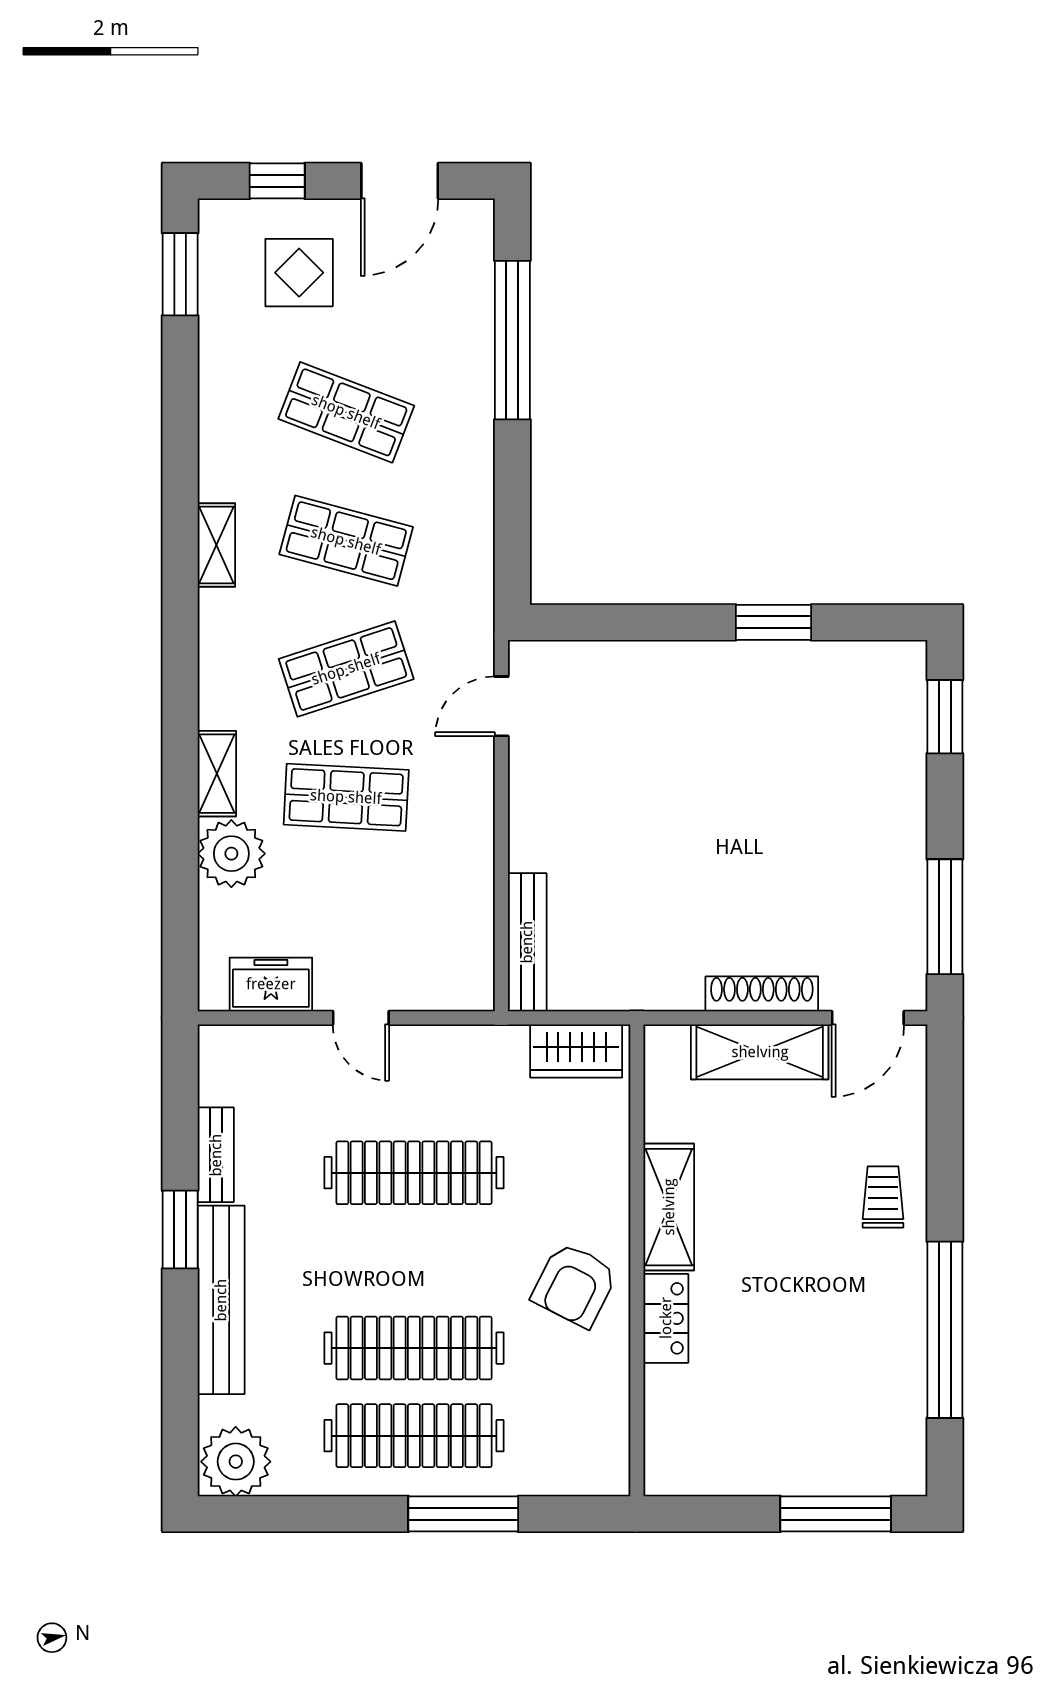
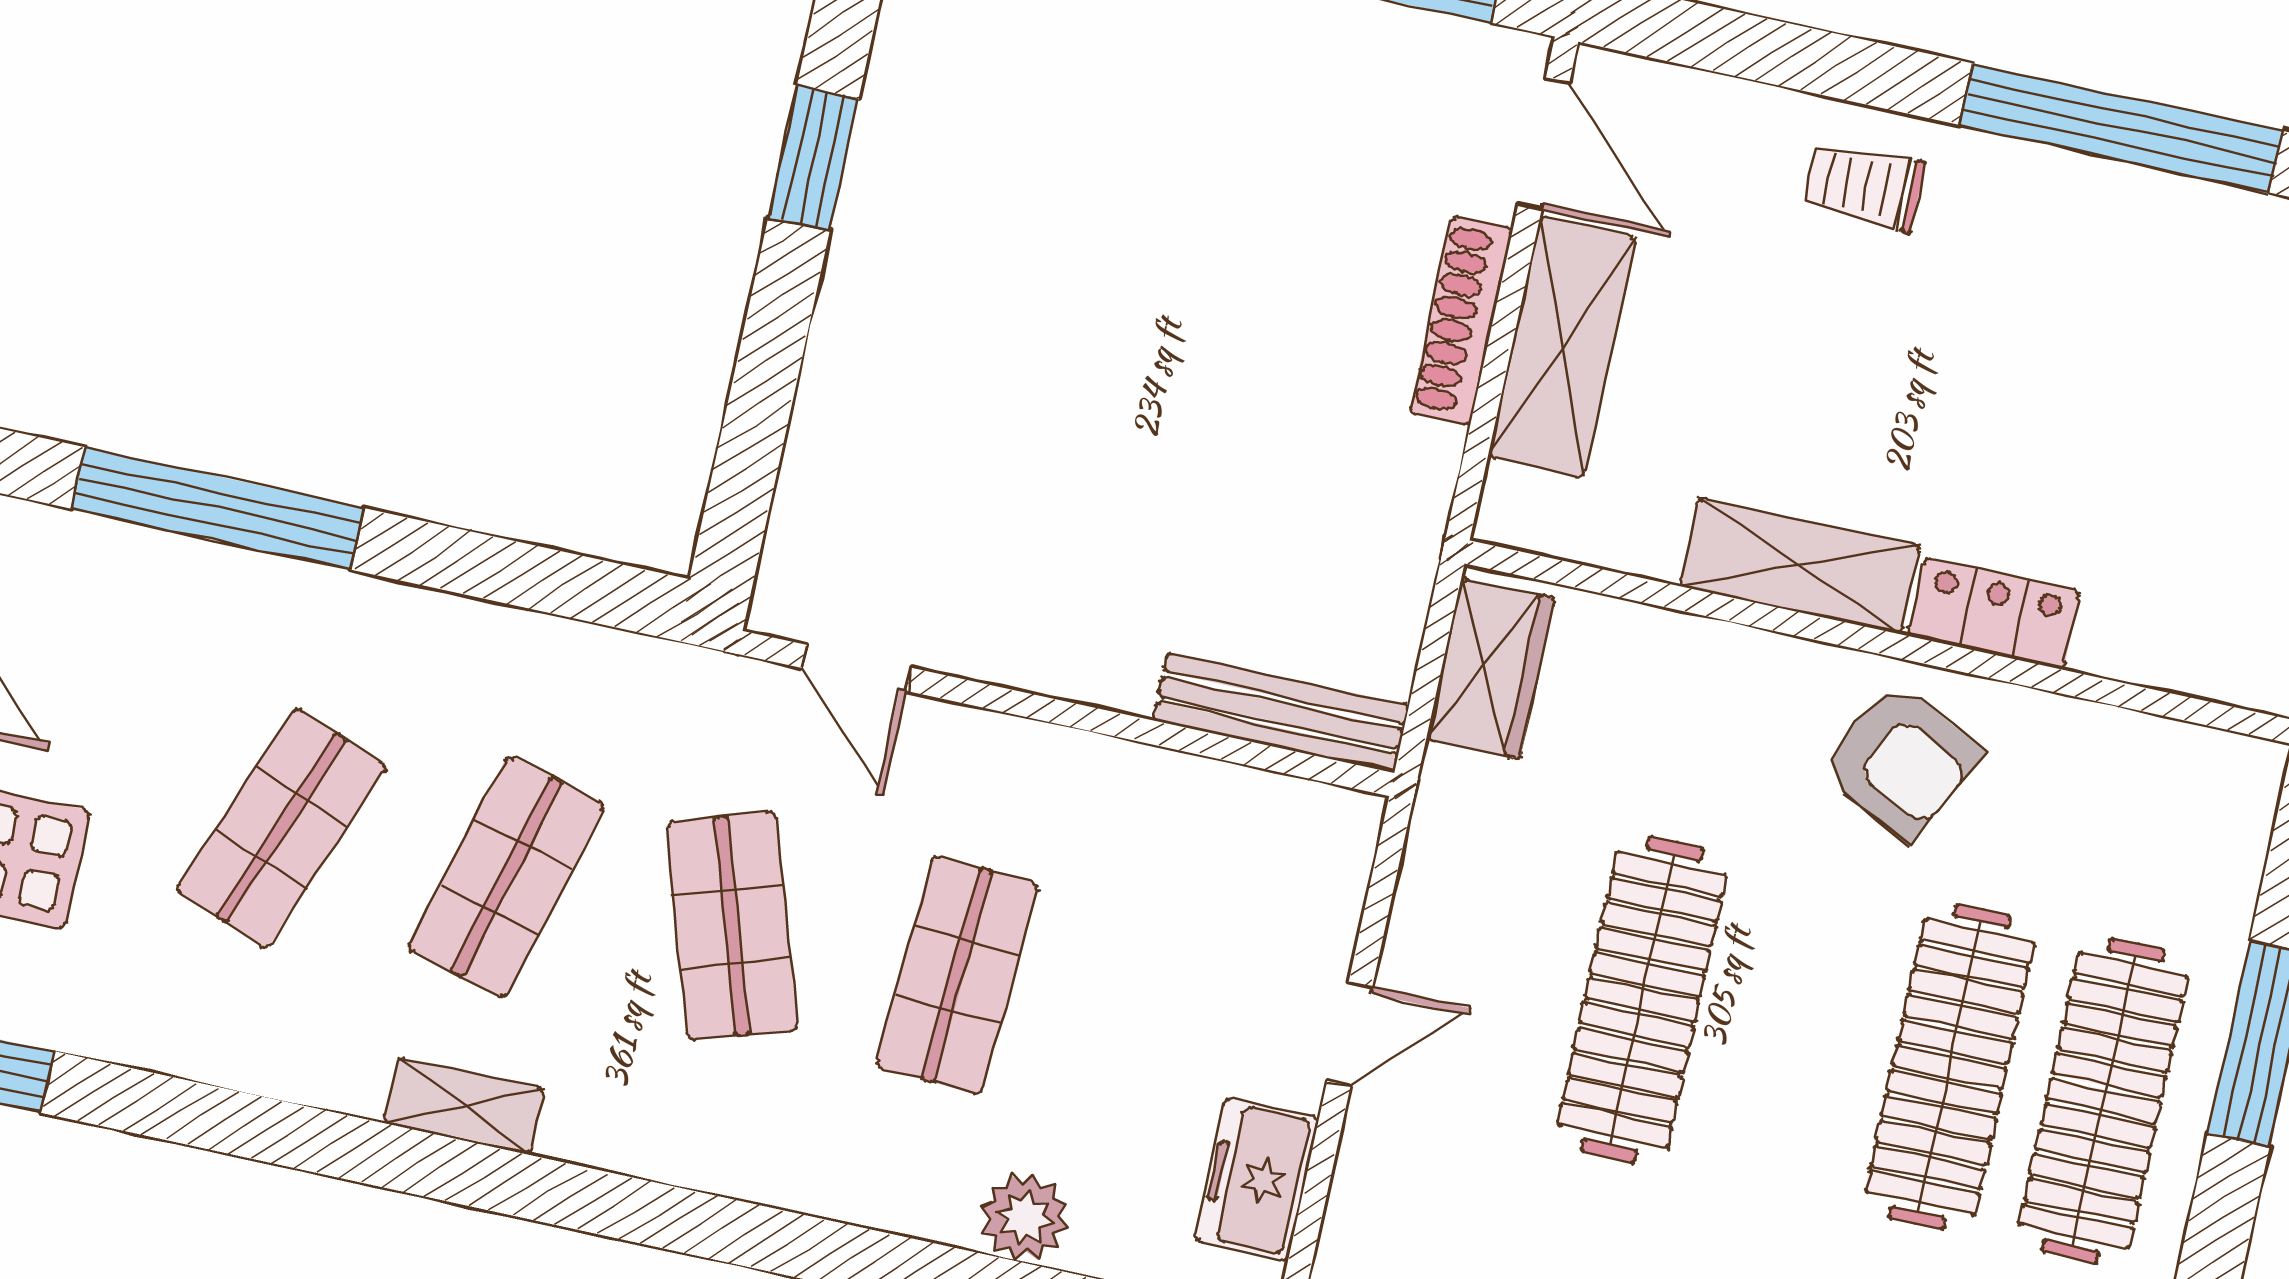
shelving: (217, 774) -> (866, 1193), removed
plant: (231, 854) -> (1024, 1217), width x0.73, depth x0.73

